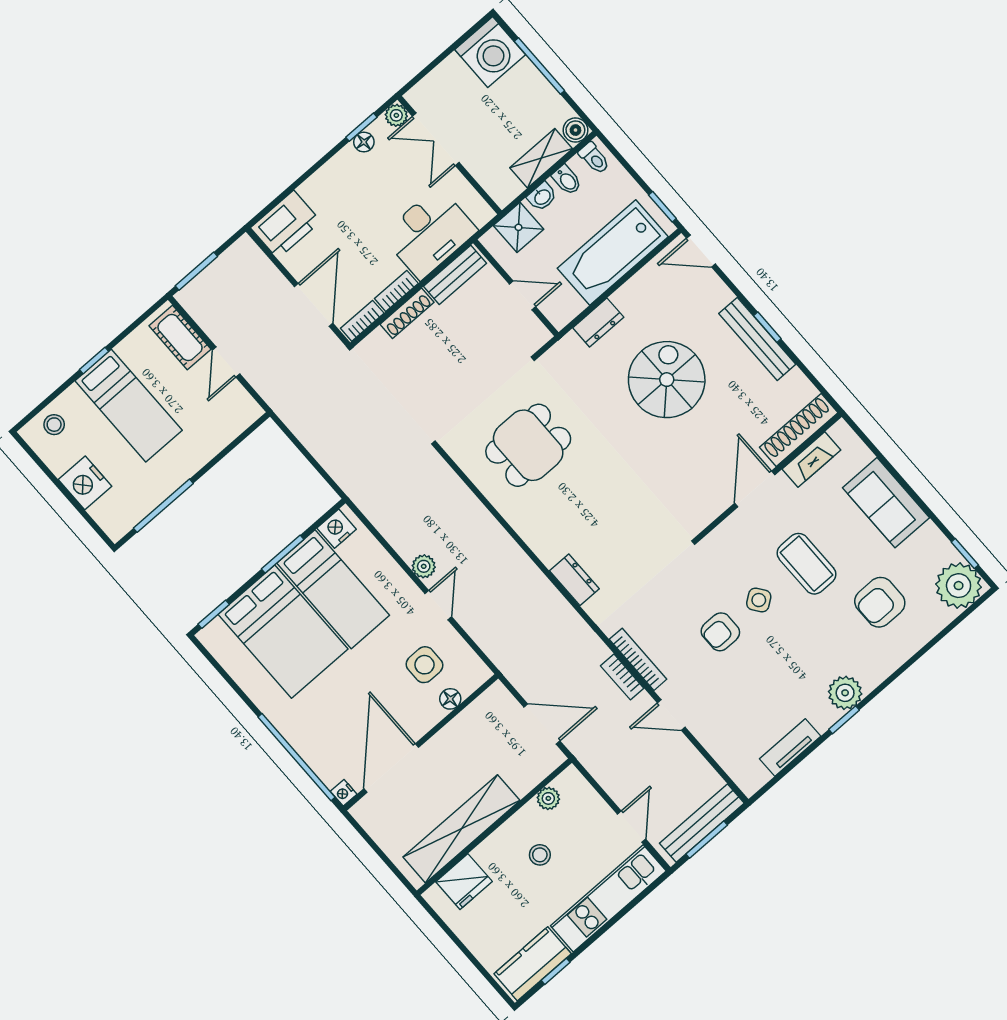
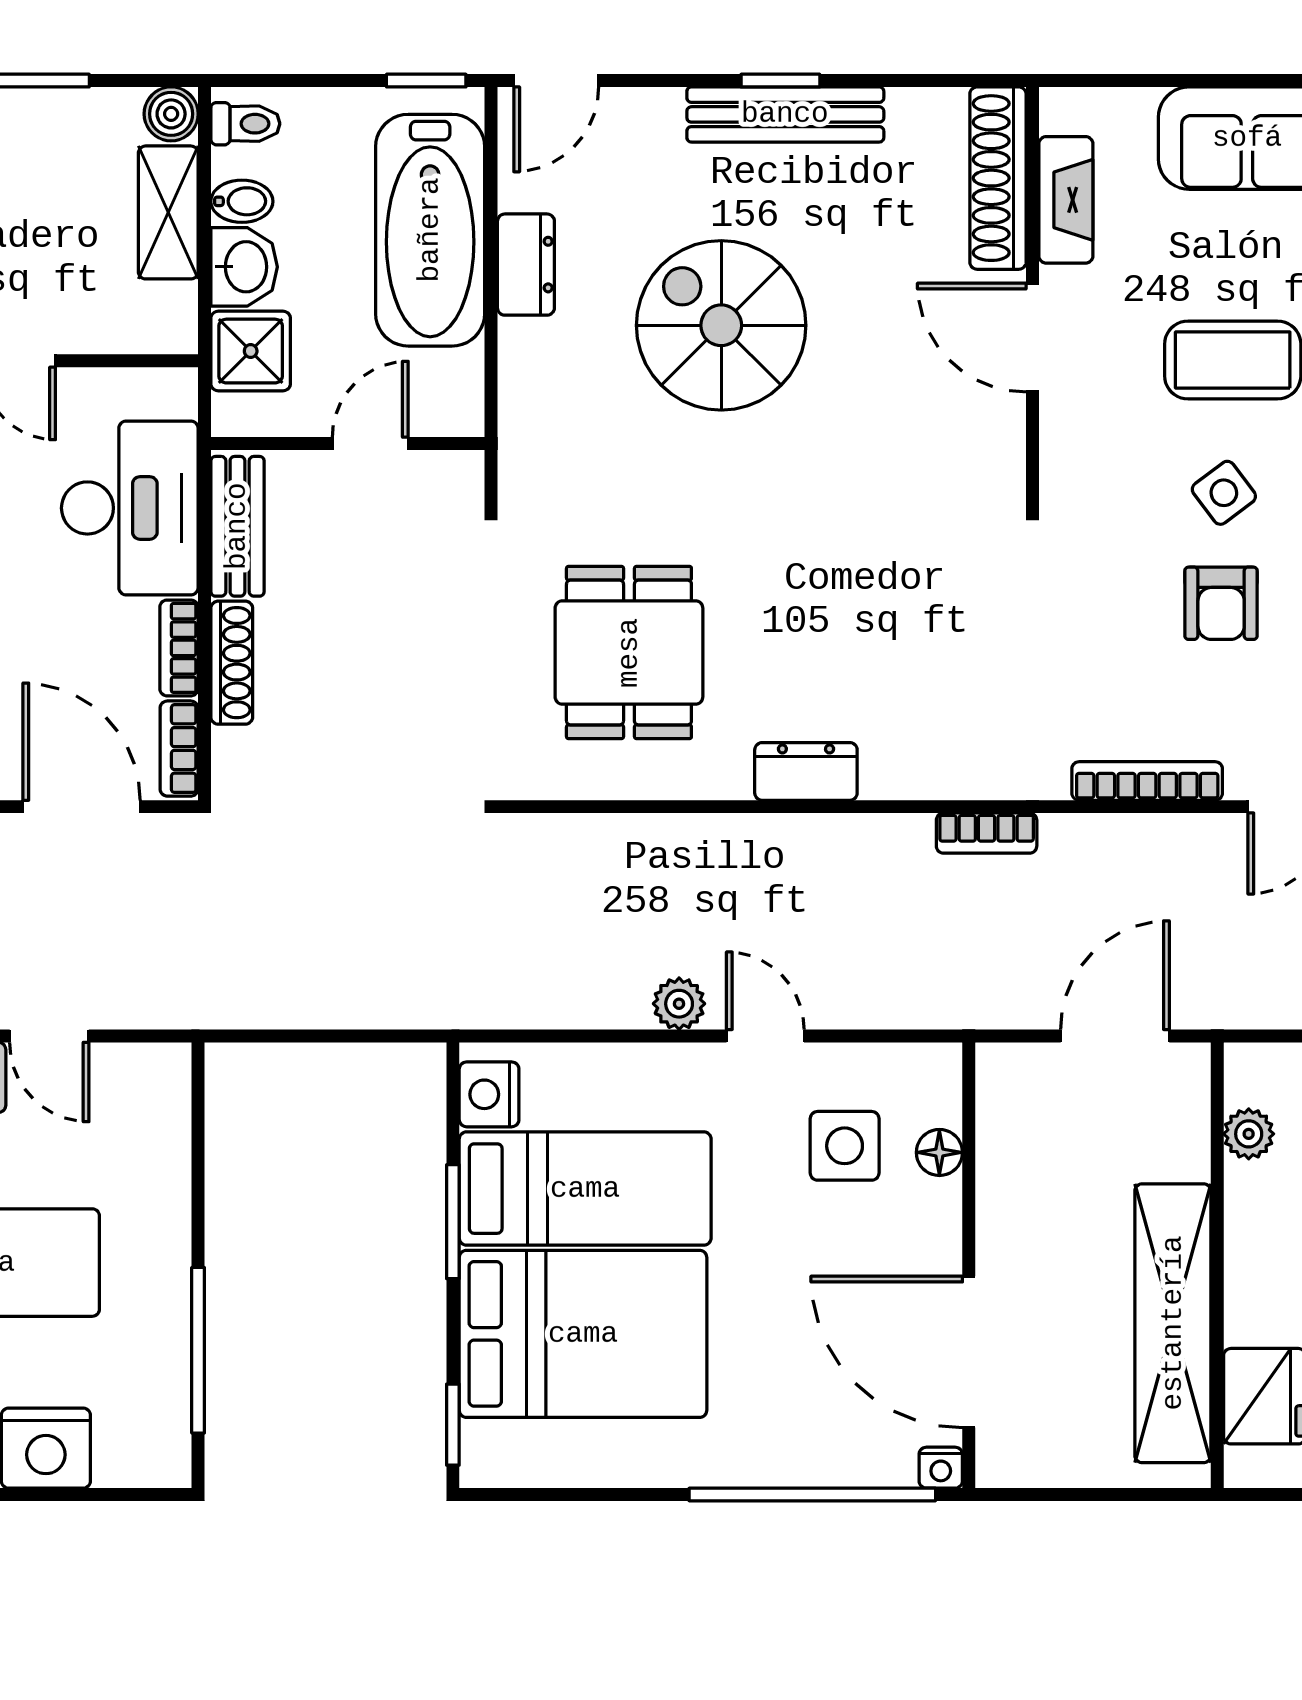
washbasin: (542, 197) -> (244, 267), width x1.38, depth x1.45
dresser: (598, 323) -> (526, 265), moved
dresser: (574, 580) -> (806, 771), moved
bookcase: (622, 677) -> (987, 833), moved

